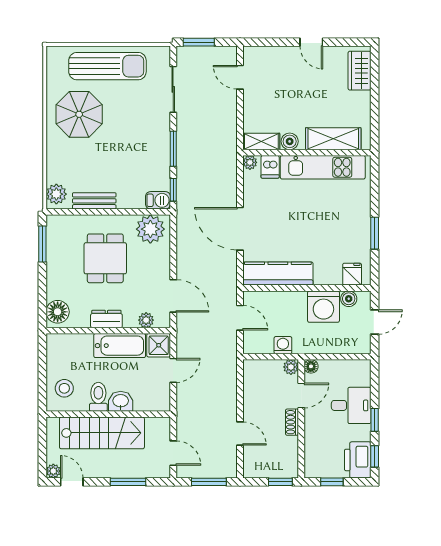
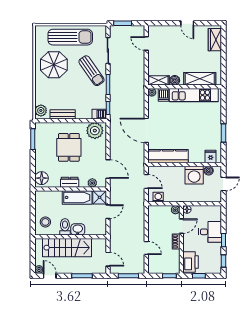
sun lounger: (145, 125) -> (91, 71), added
washing machine: (283, 345) -> (158, 197), moved
printer: (358, 460) -> (191, 262), moved, turned 180

